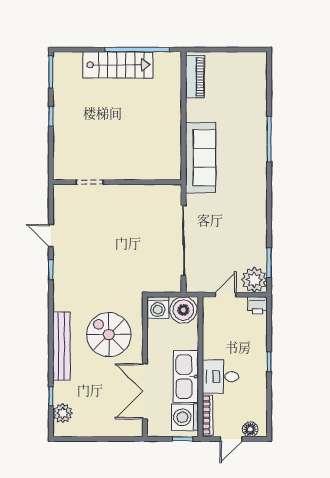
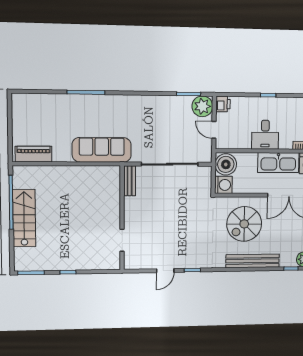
bench: (163, 191) -> (130, 181), added
desk: (220, 377) -> (265, 135), moved

